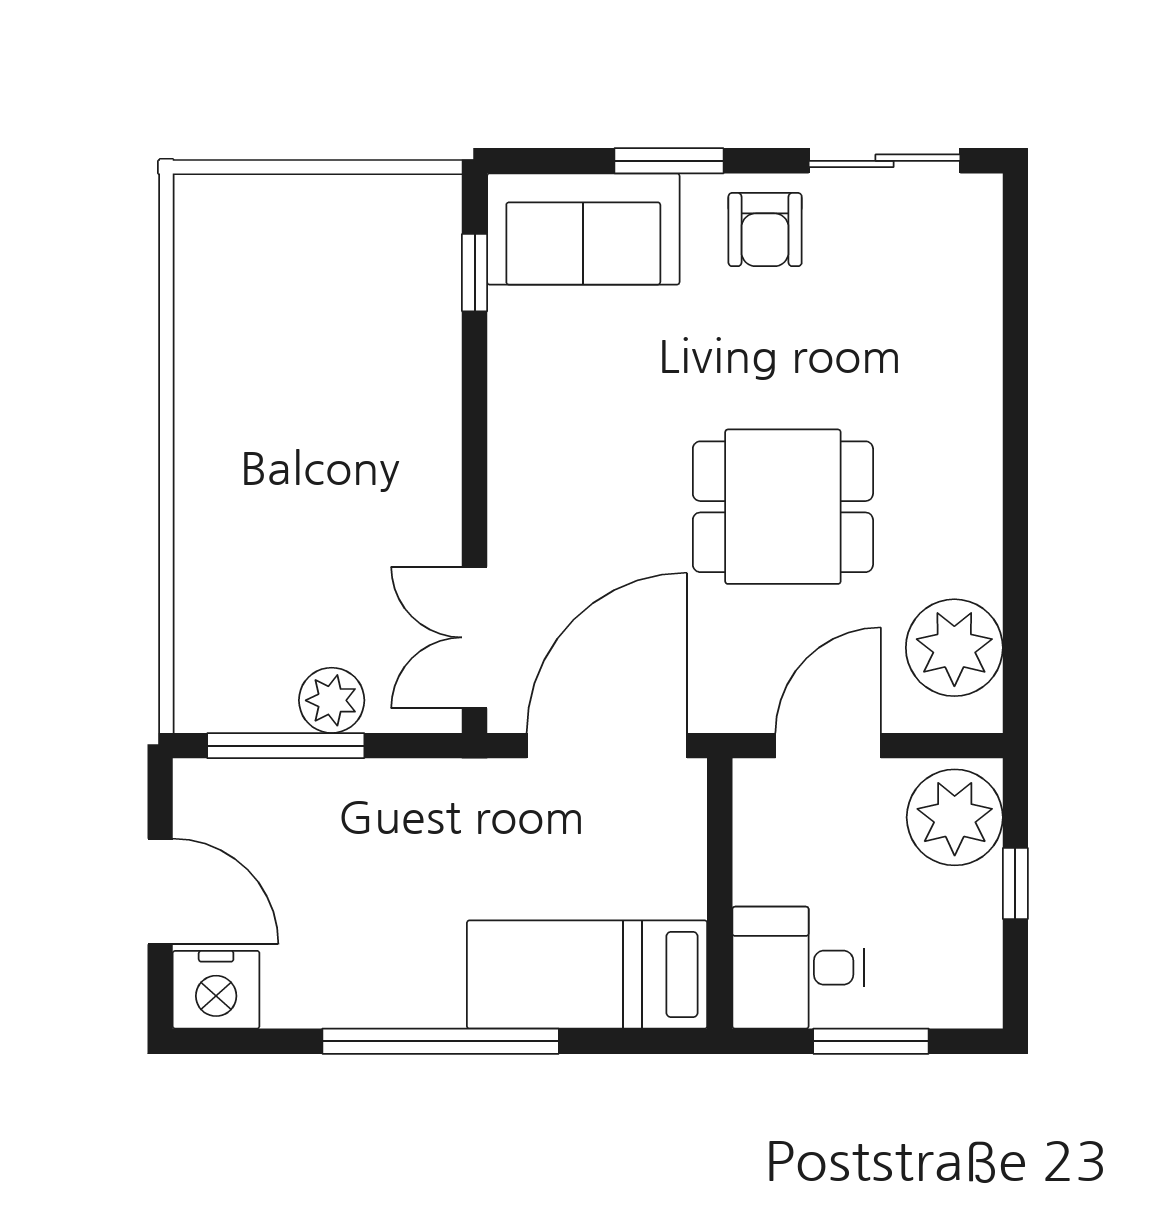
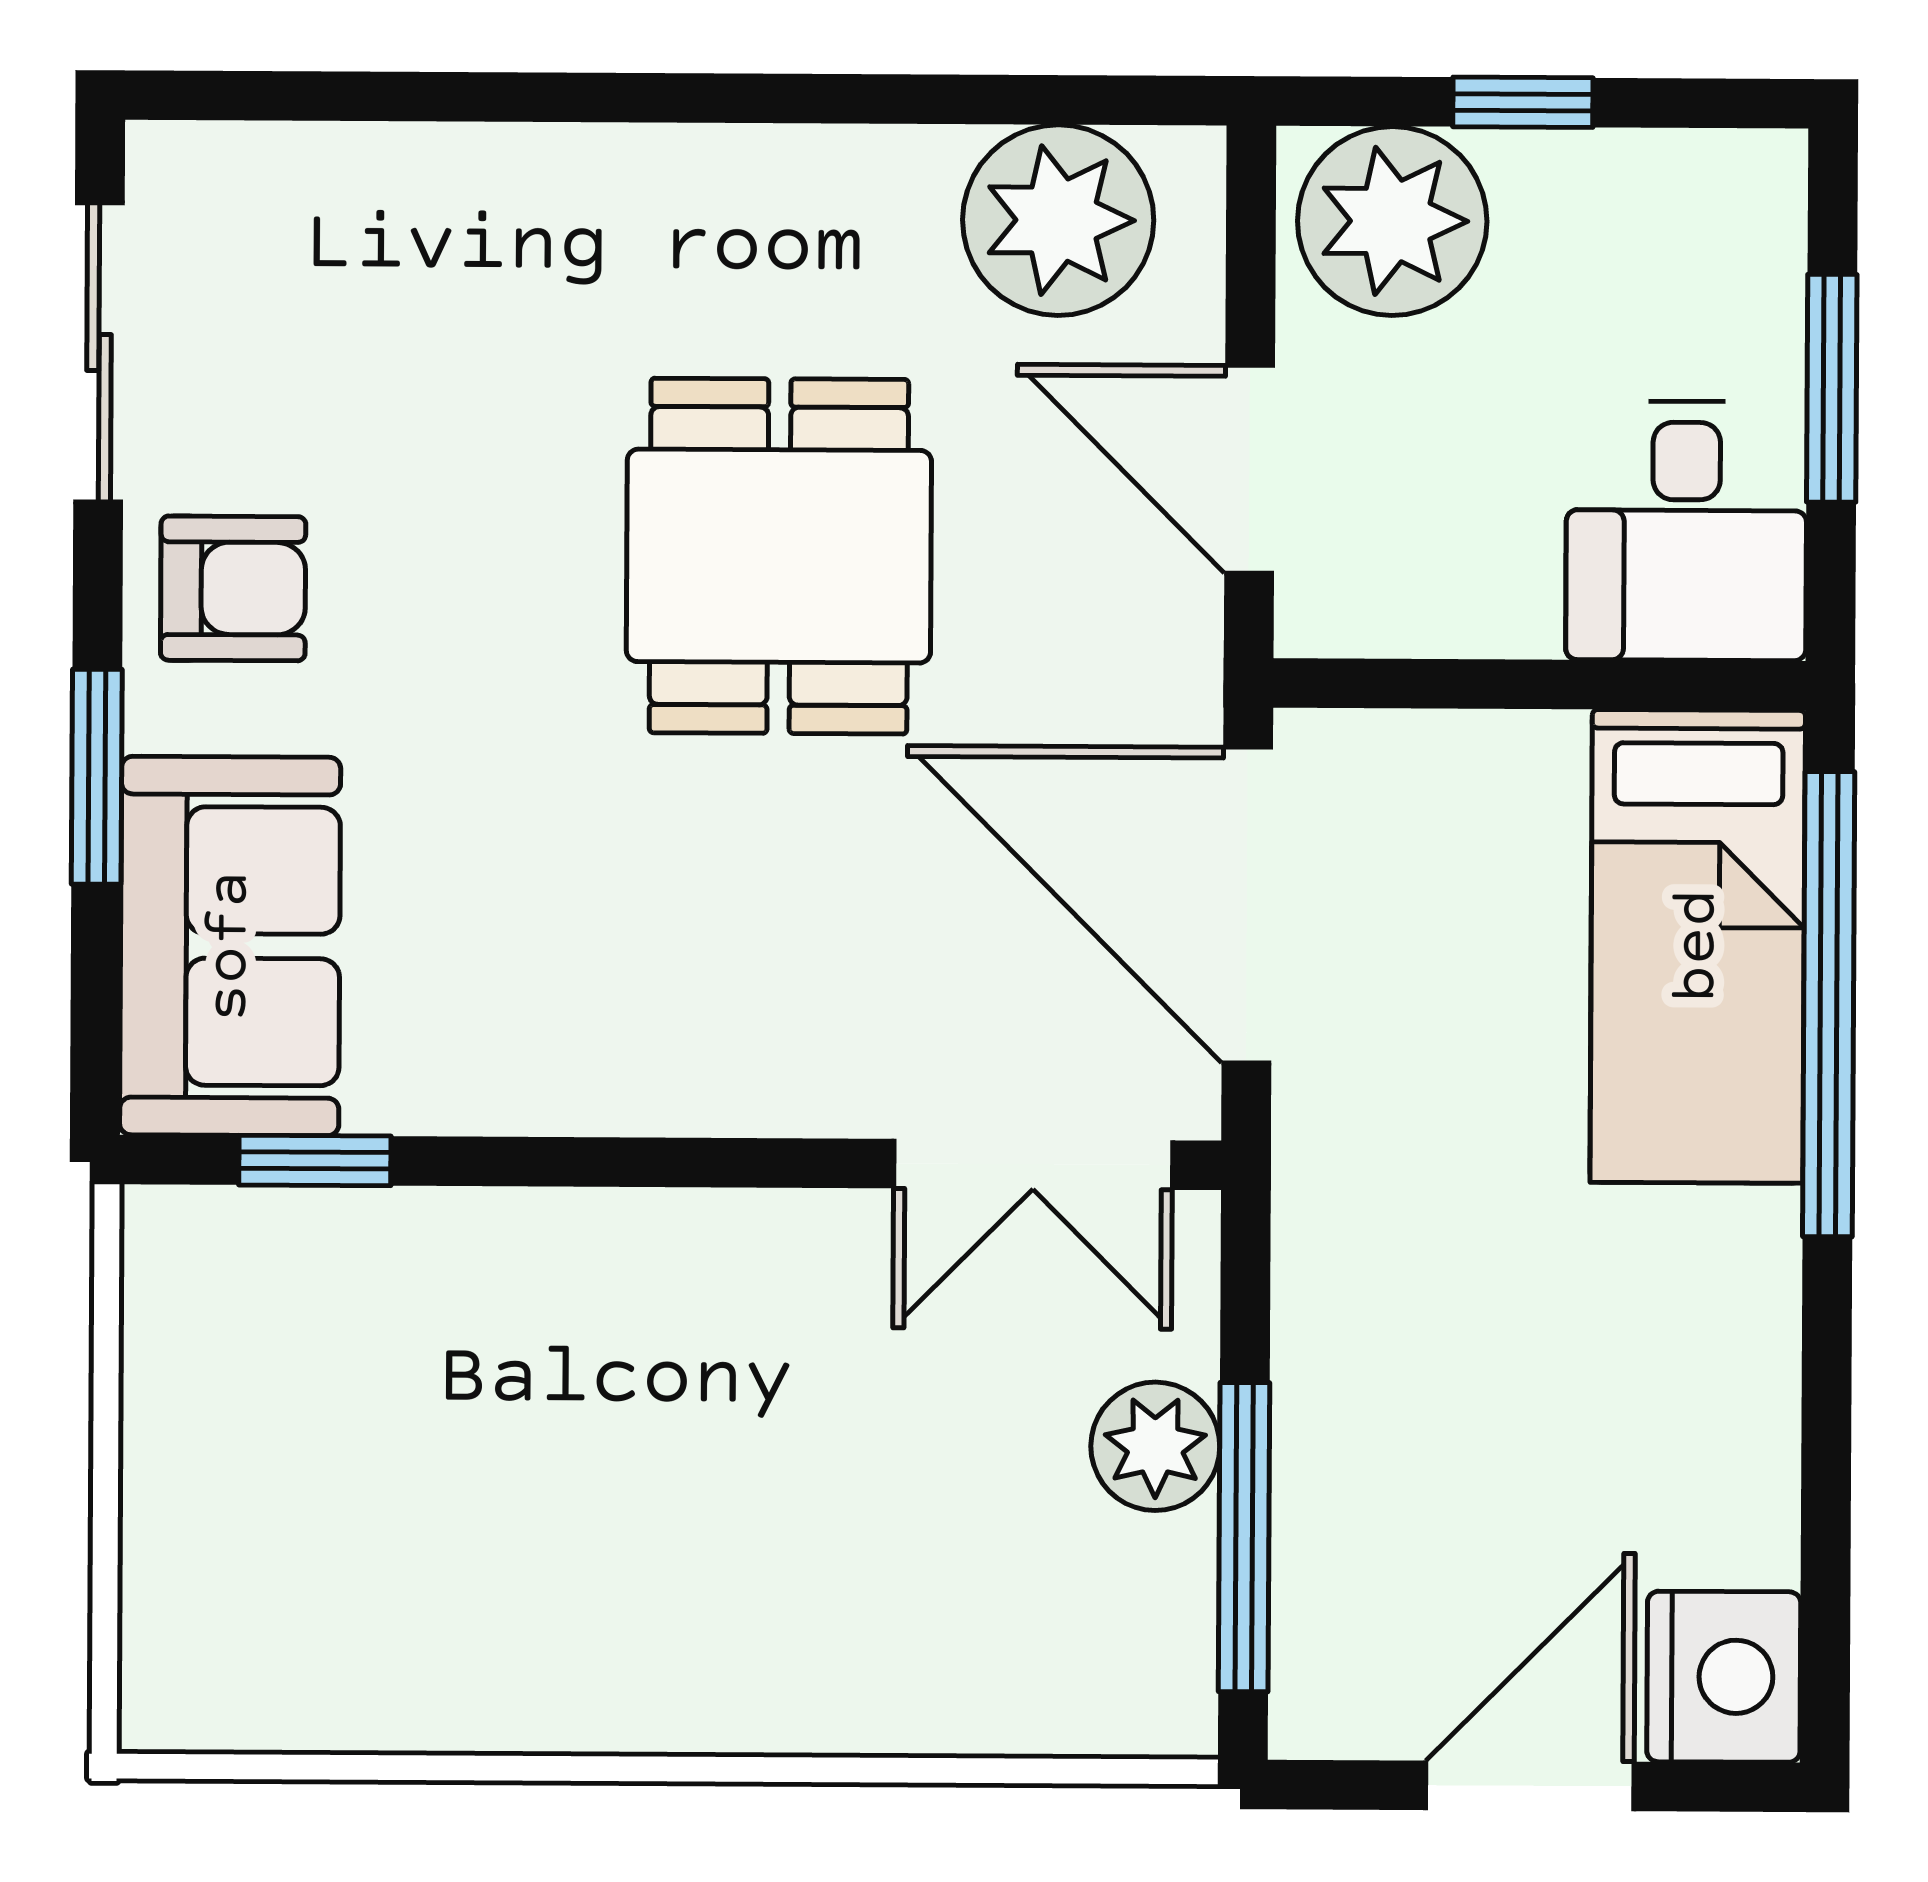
window: (441, 1041) -> (1829, 1004), moved

